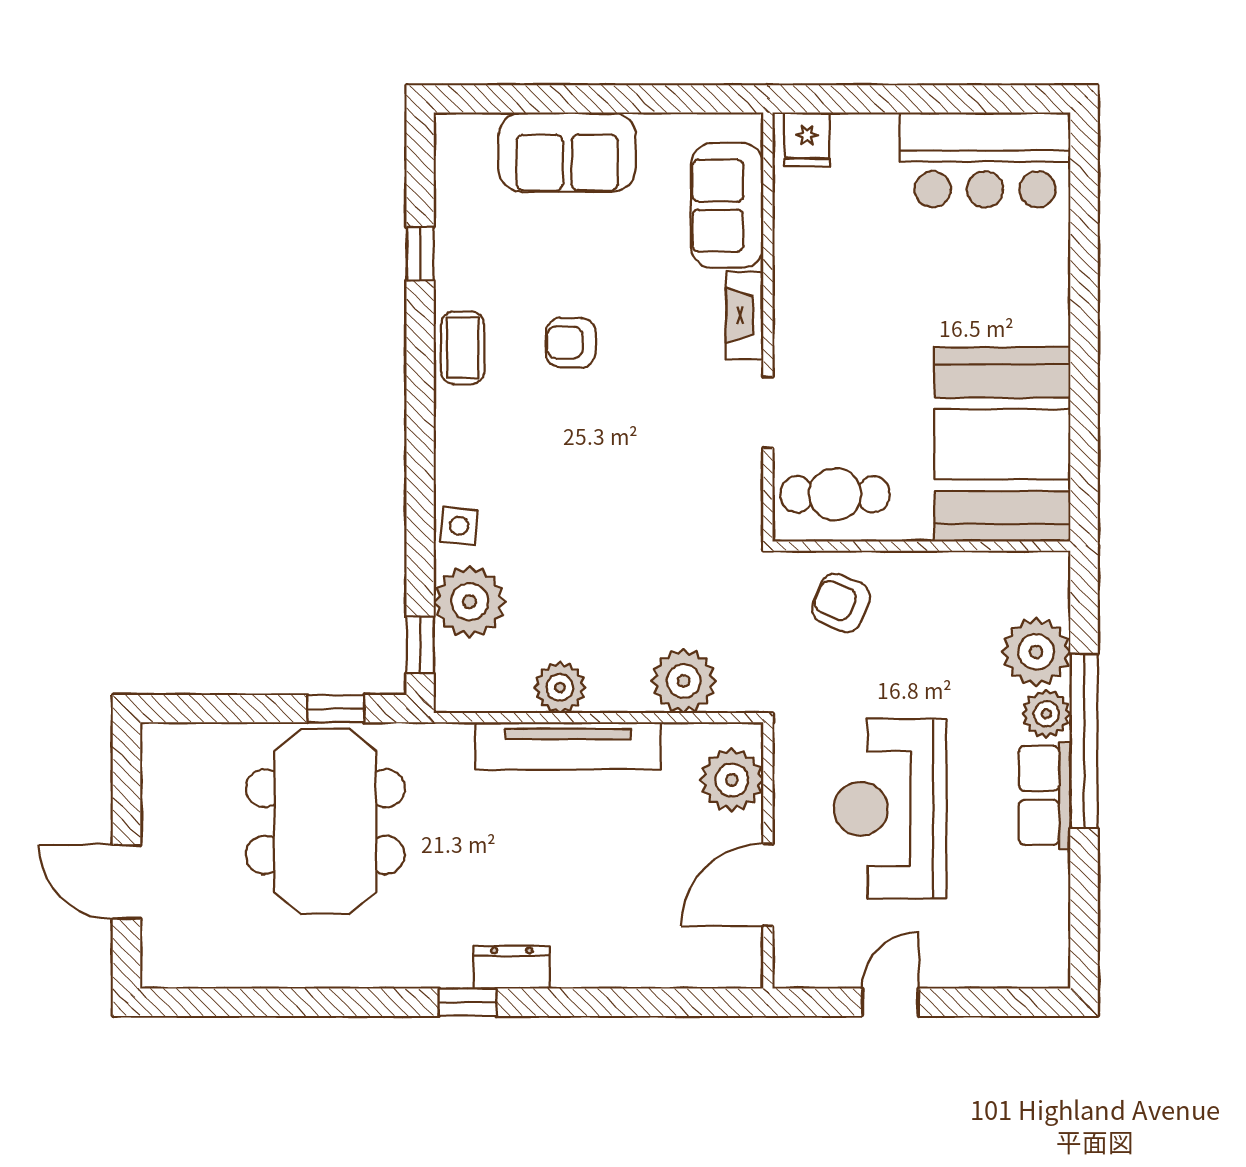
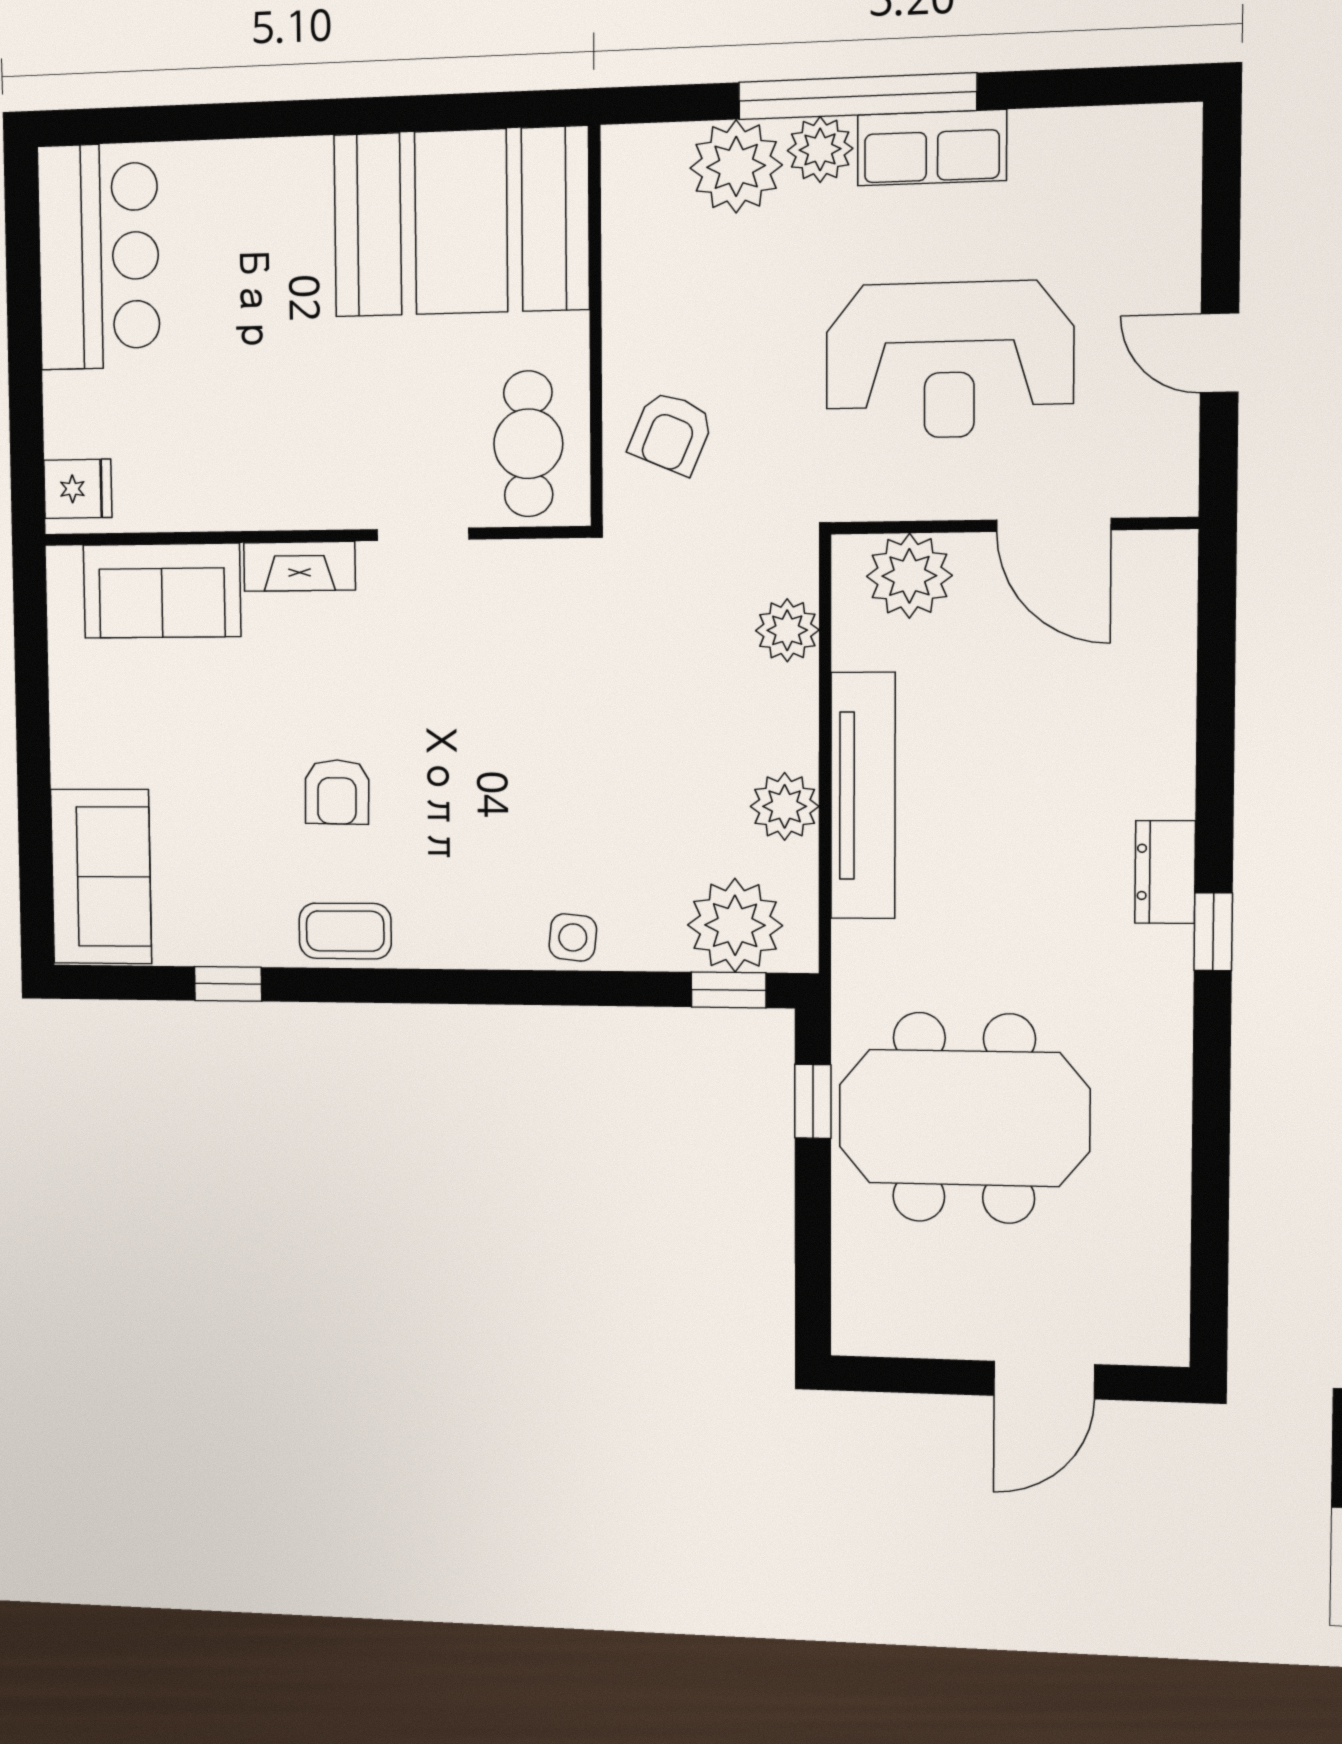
sofa: (567, 152) -> (101, 876), moved
plant: (470, 602) -> (735, 925), moved
plant: (684, 681) -> (787, 630), width x0.73, depth x0.73

